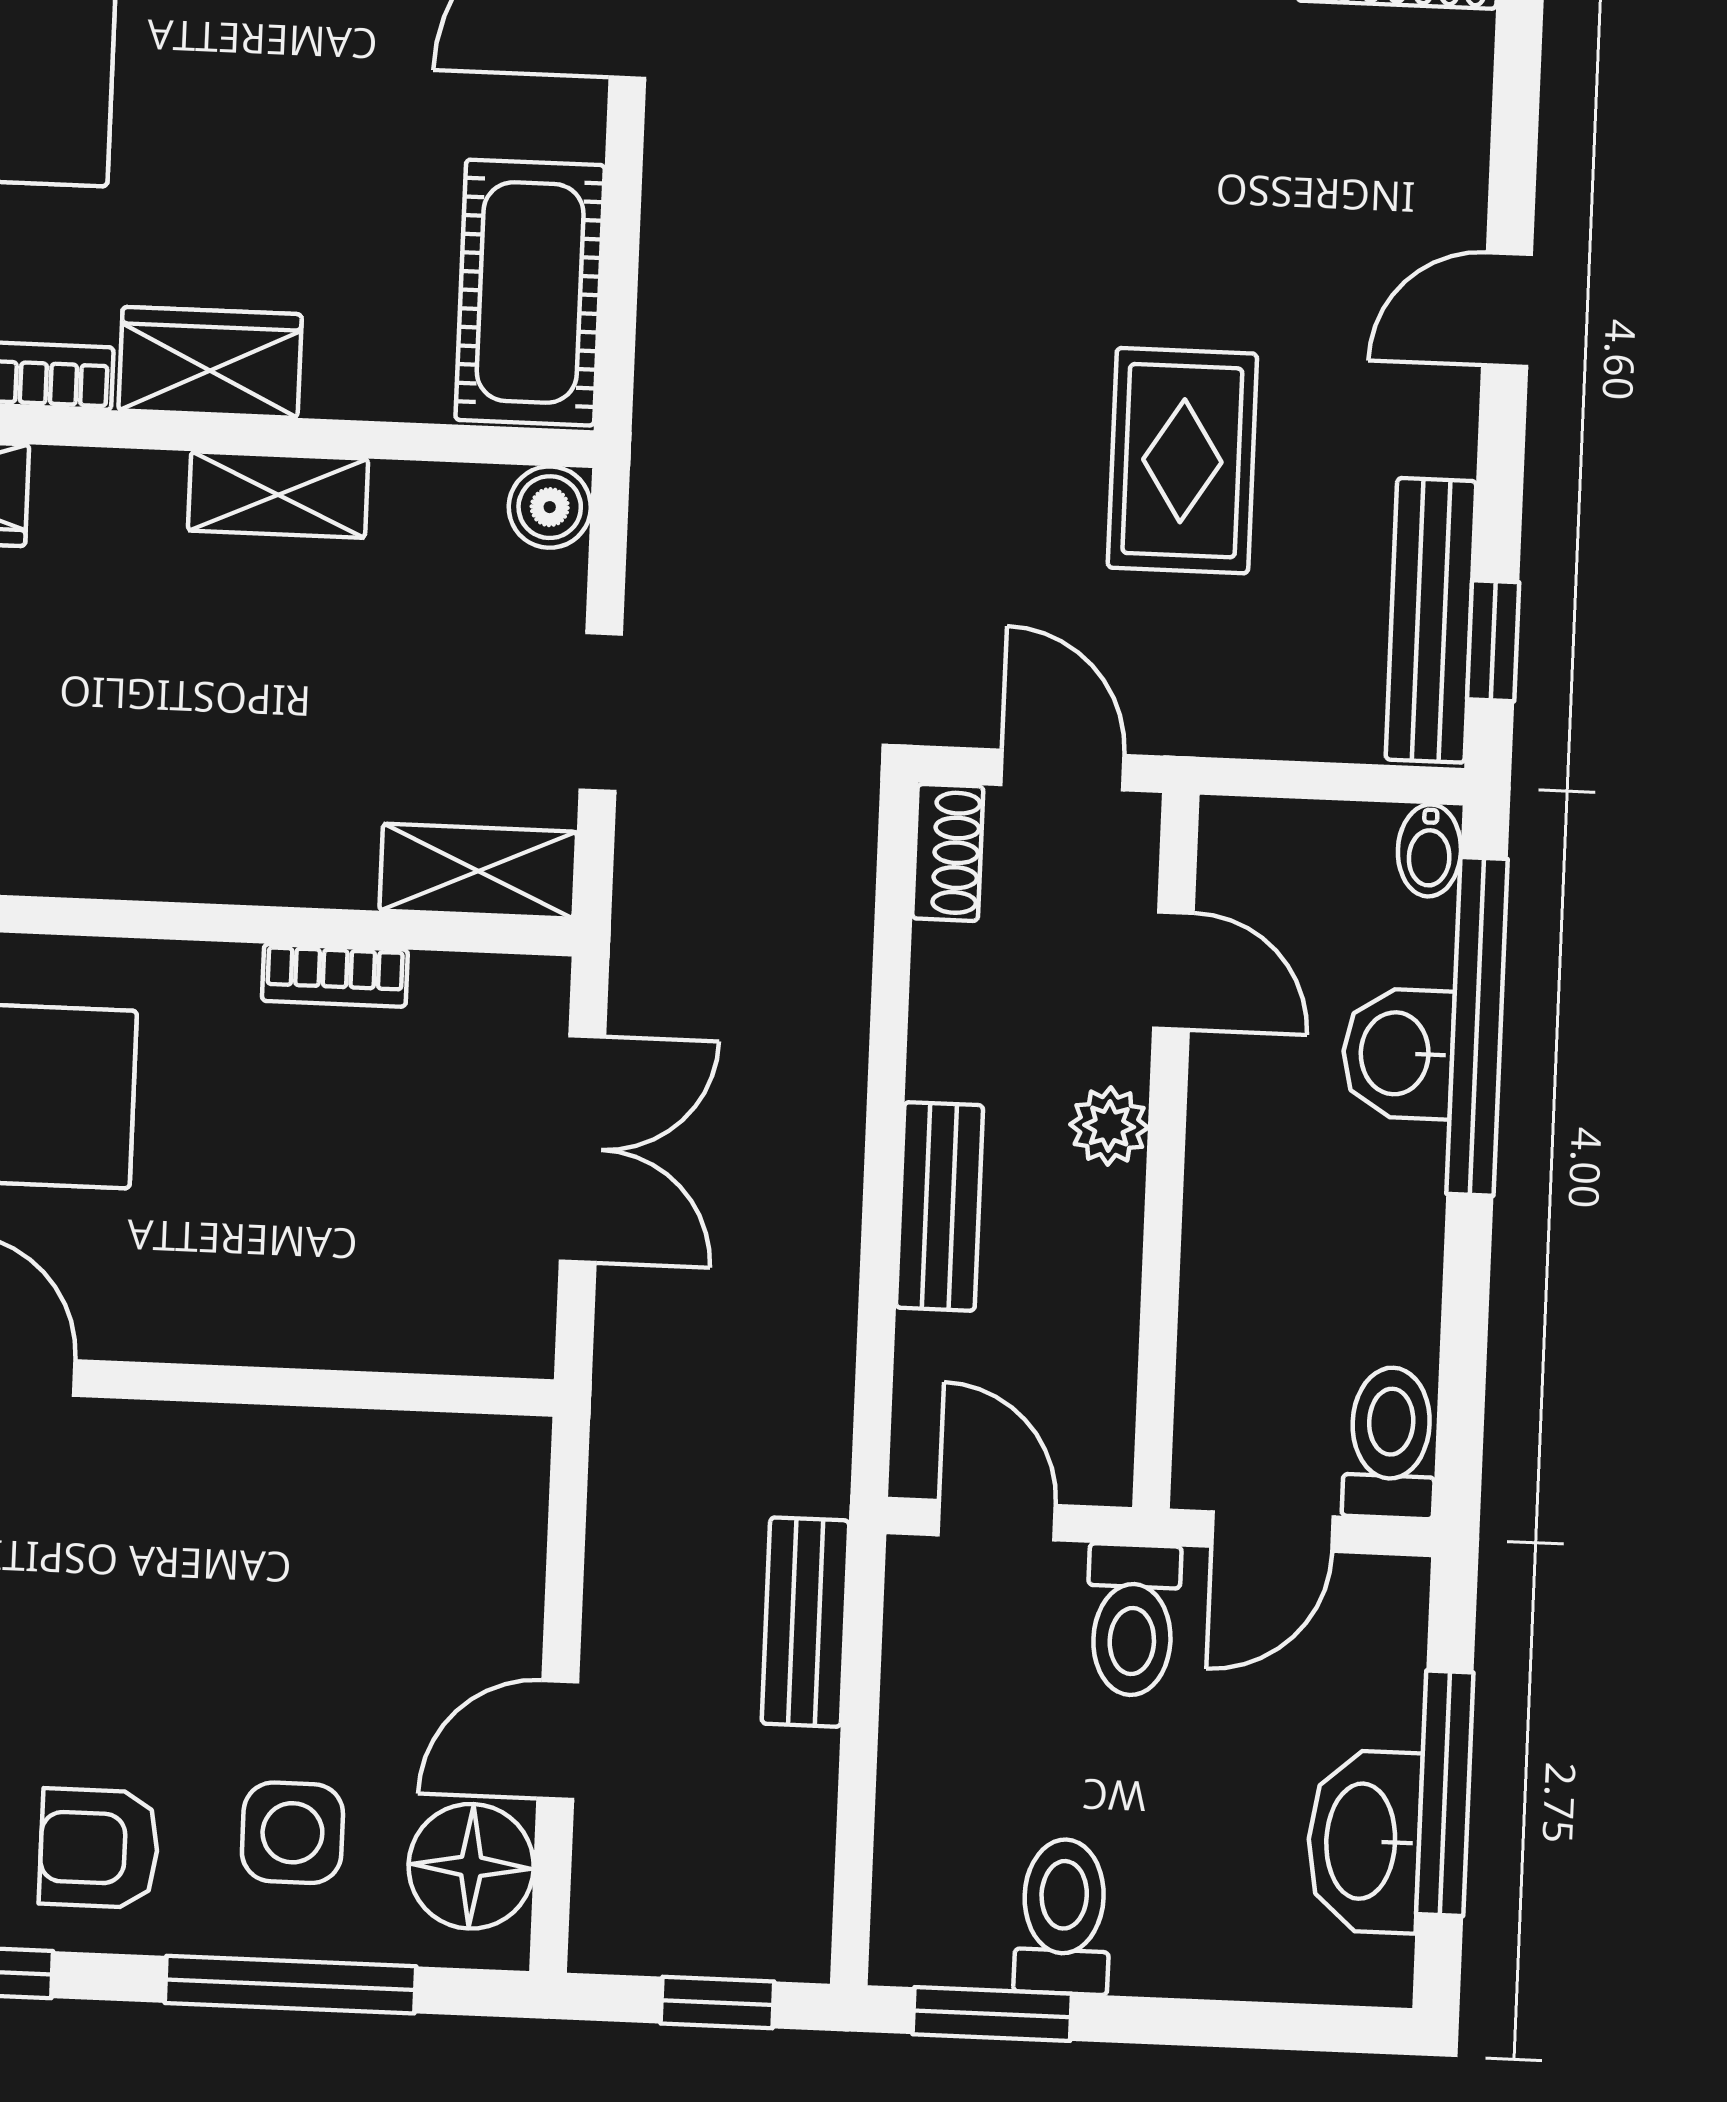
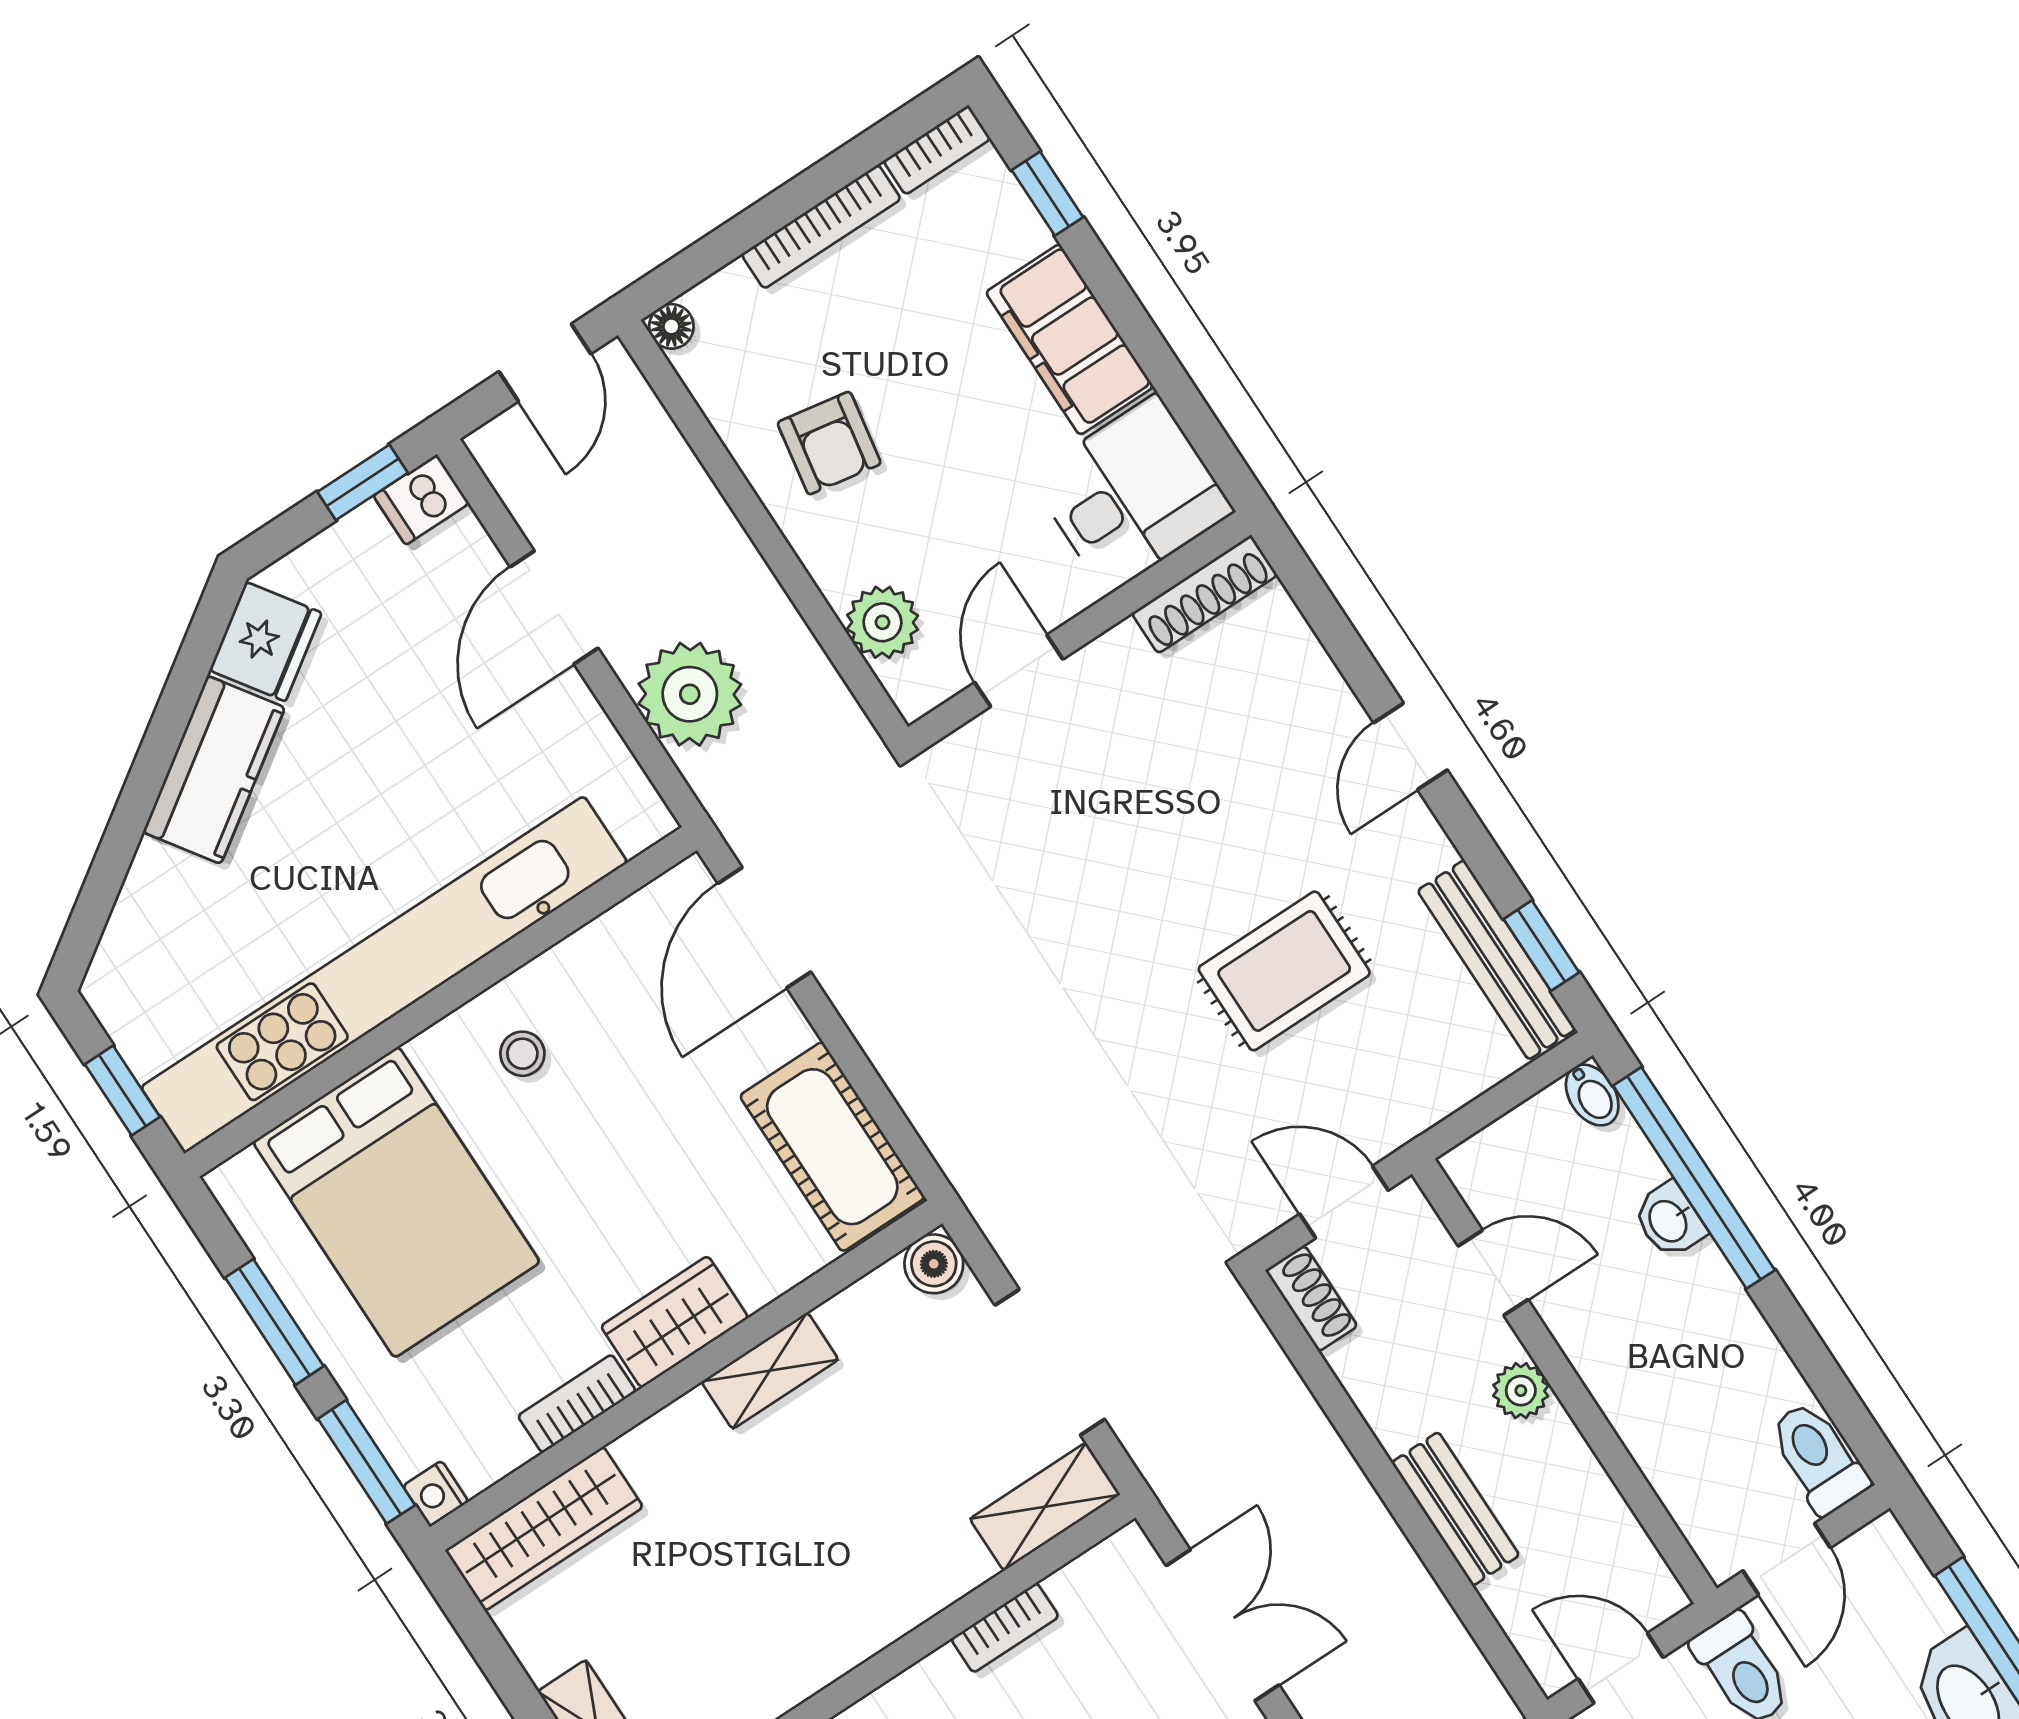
rug: (1182, 461) -> (1284, 971), turned 90
doorway: (601, 712) -> (1050, 1362), width x1.38
washbasin: (1398, 1053) -> (1669, 1220), width x0.72, depth x0.69

